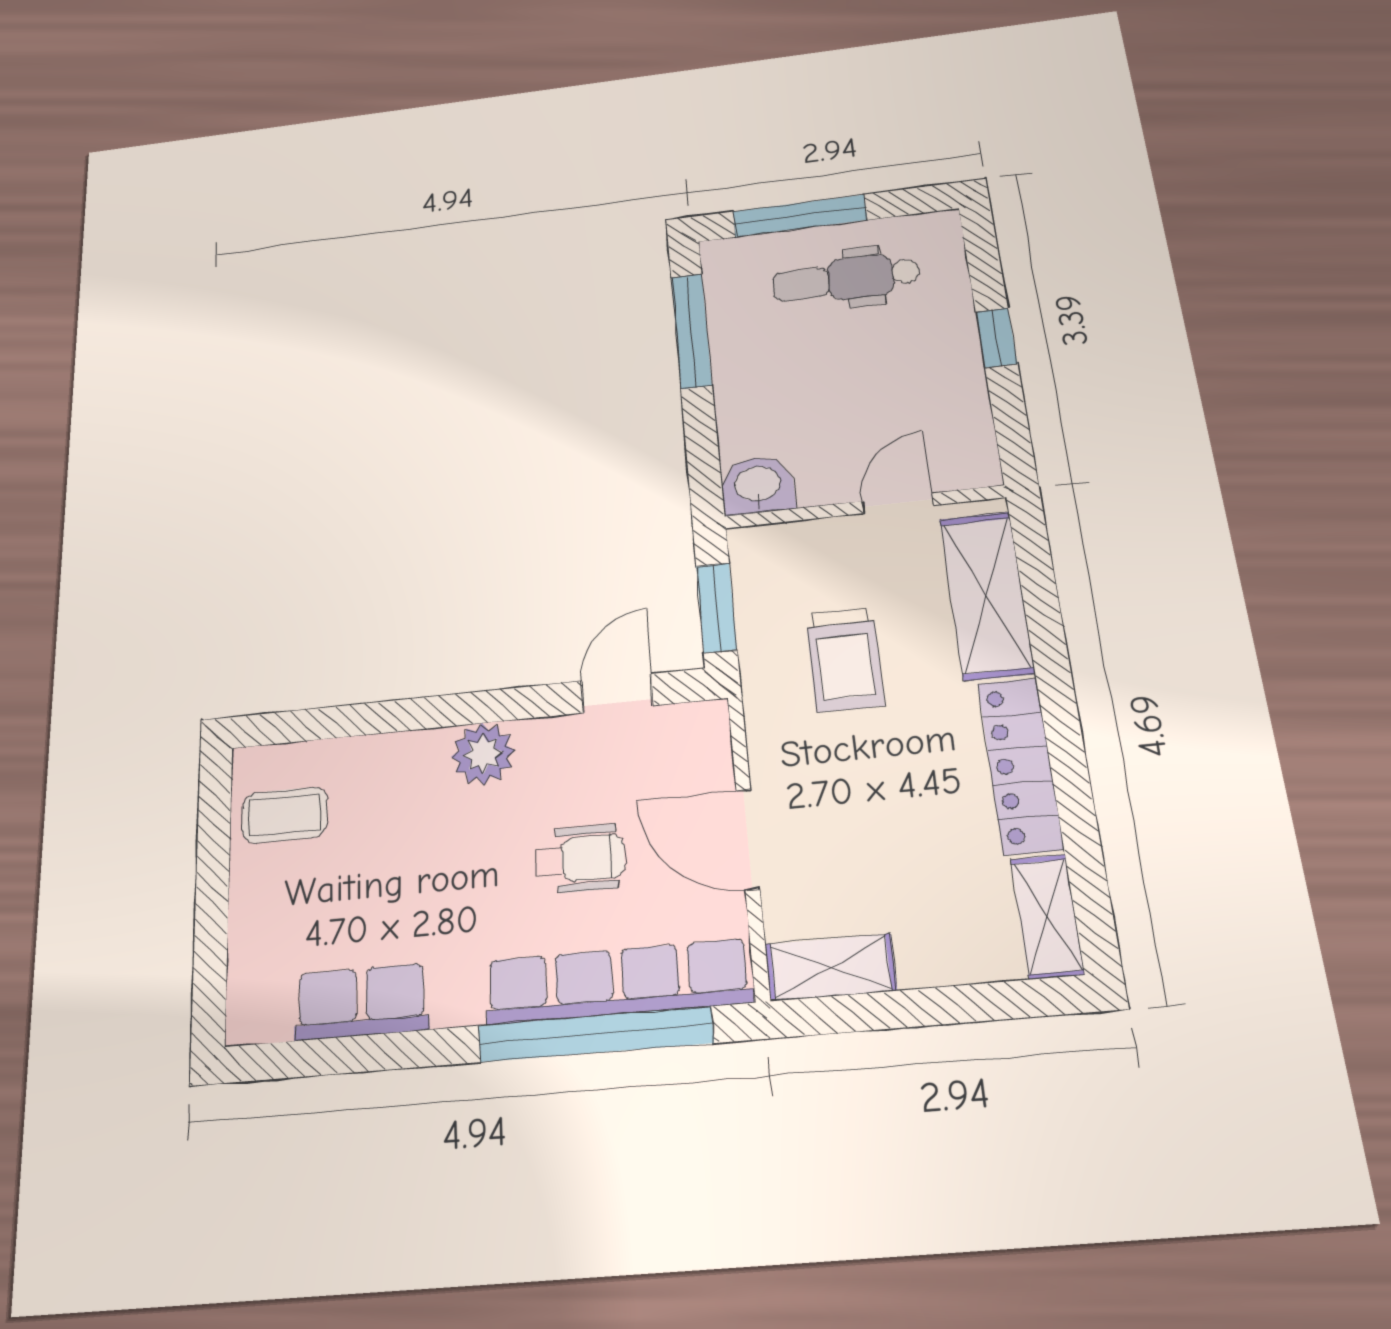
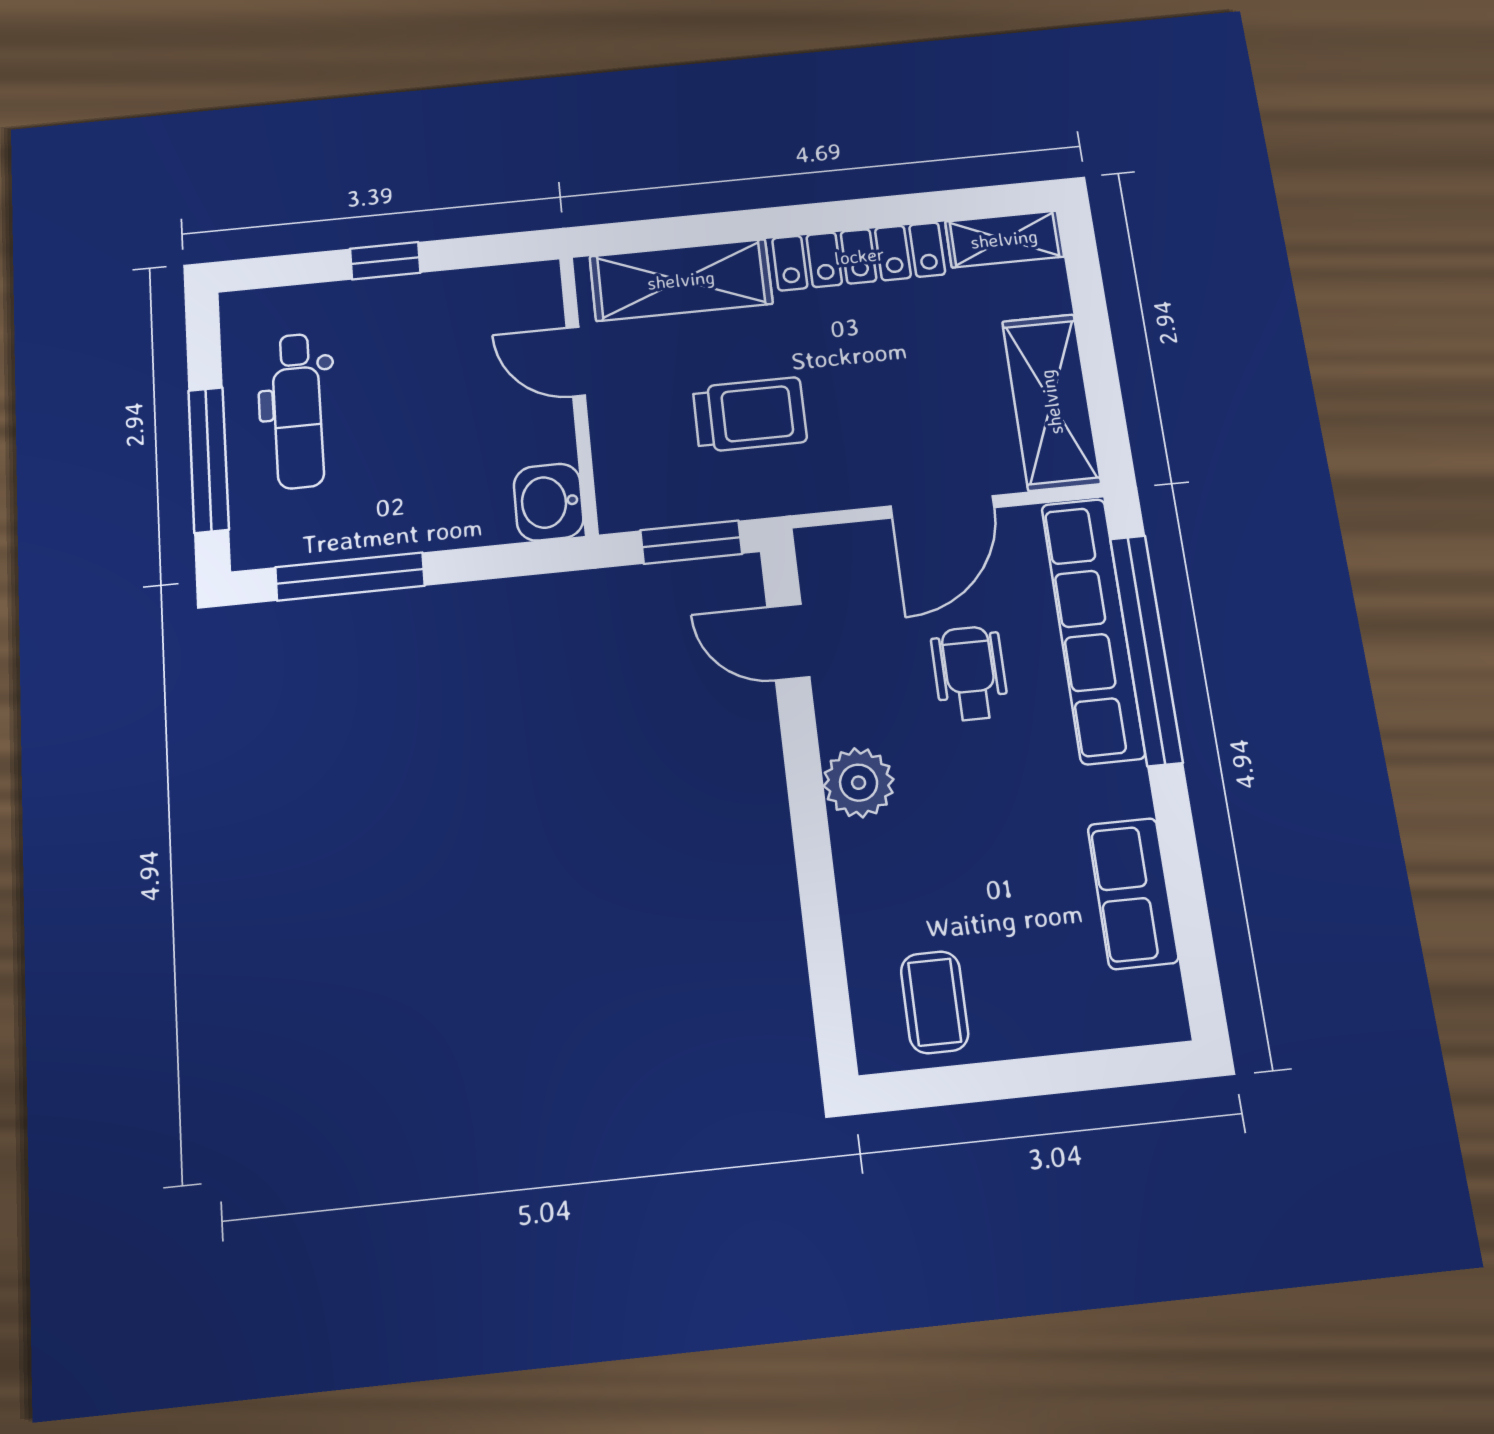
shelving: (830, 967) -> (1051, 402), width x1.50, depth x1.33

